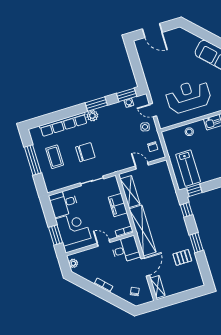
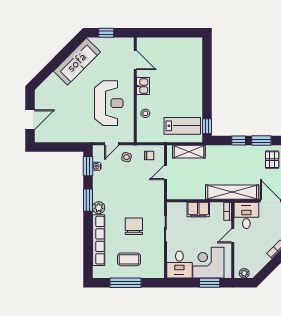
reception desk: (188, 96) -> (109, 103), turned 180
shelving: (130, 192) -> (189, 152), moved
window: (186, 210) -> (239, 141), moved

